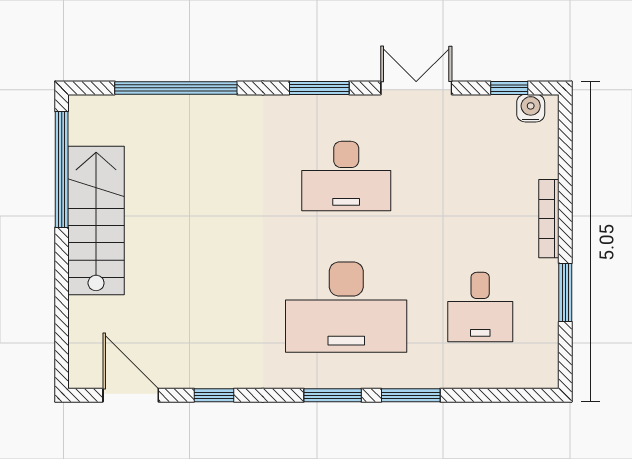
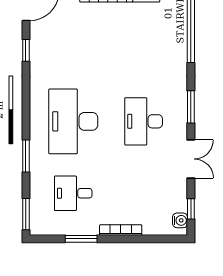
window: (333, 395) -> (26, 214), moved

